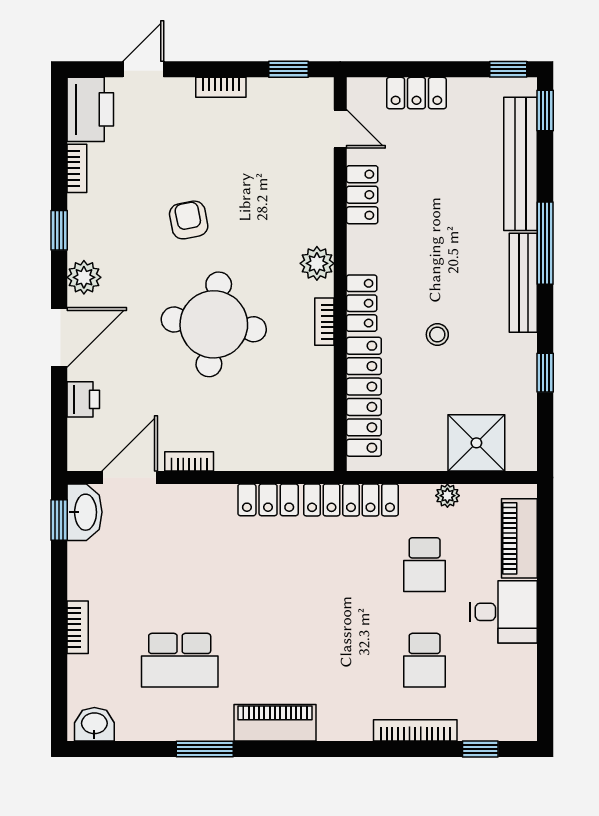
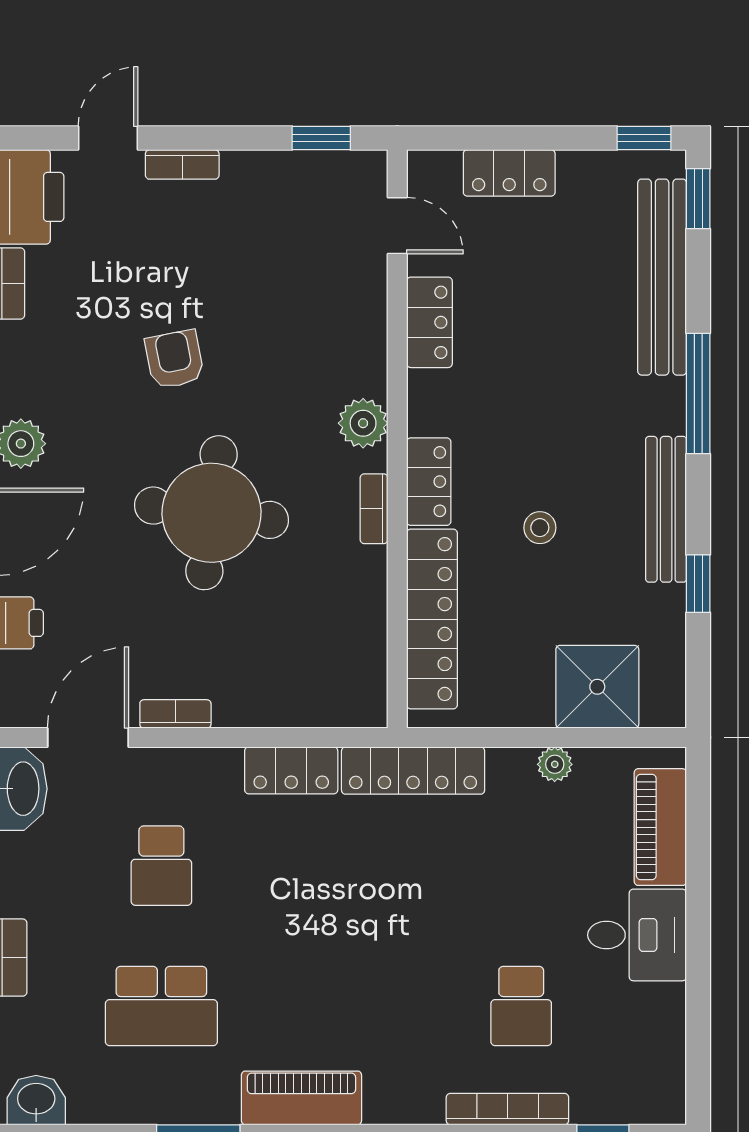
bookcase: (221, 87) -> (182, 164), moved
bench: (523, 283) -> (666, 509), moved
school desk: (425, 565) -> (161, 866), moved

